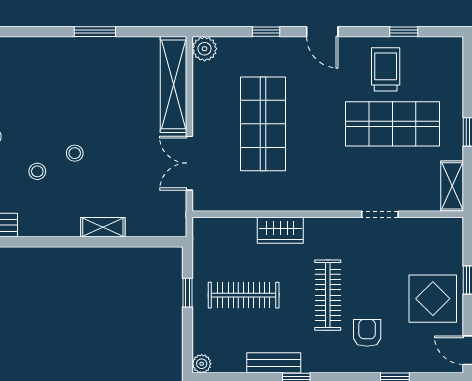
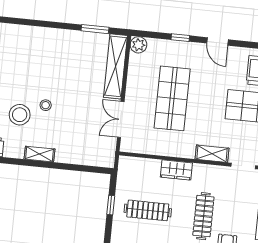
window: (95, 32) -> (95, 29), moved
stool: (37, 171) -> (20, 115), width x1.89, depth x1.89
shelving: (331, 200) -> (212, 154), added
shelving: (103, 227) -> (39, 154), moved

